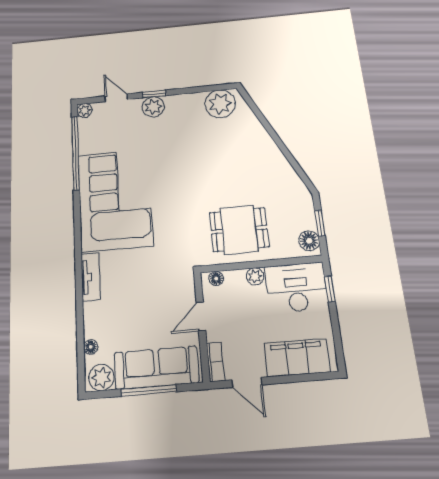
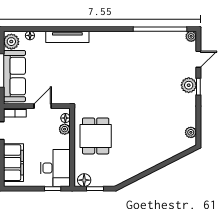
plant: (220, 104) -> (191, 132), width x0.53, depth x0.53
corner sofa: (115, 200) -> (124, 55), removed
plant: (255, 276) -> (65, 129), moved
tv unit: (91, 277) -> (67, 37), width x1.41
door: (201, 316) -> (43, 106), hinge flipped

